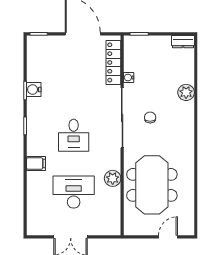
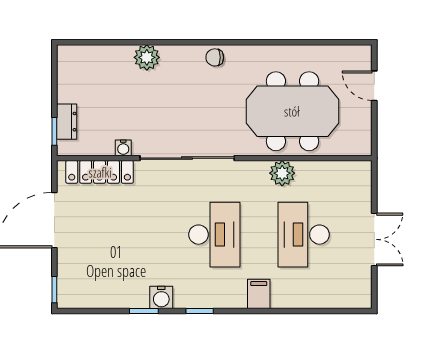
dresser: (183, 42) -> (67, 122), moved
water cooler: (34, 89) -> (161, 297), moved
chair: (150, 117) -> (215, 57), moved
desk: (74, 135) -> (214, 235), width x1.37

